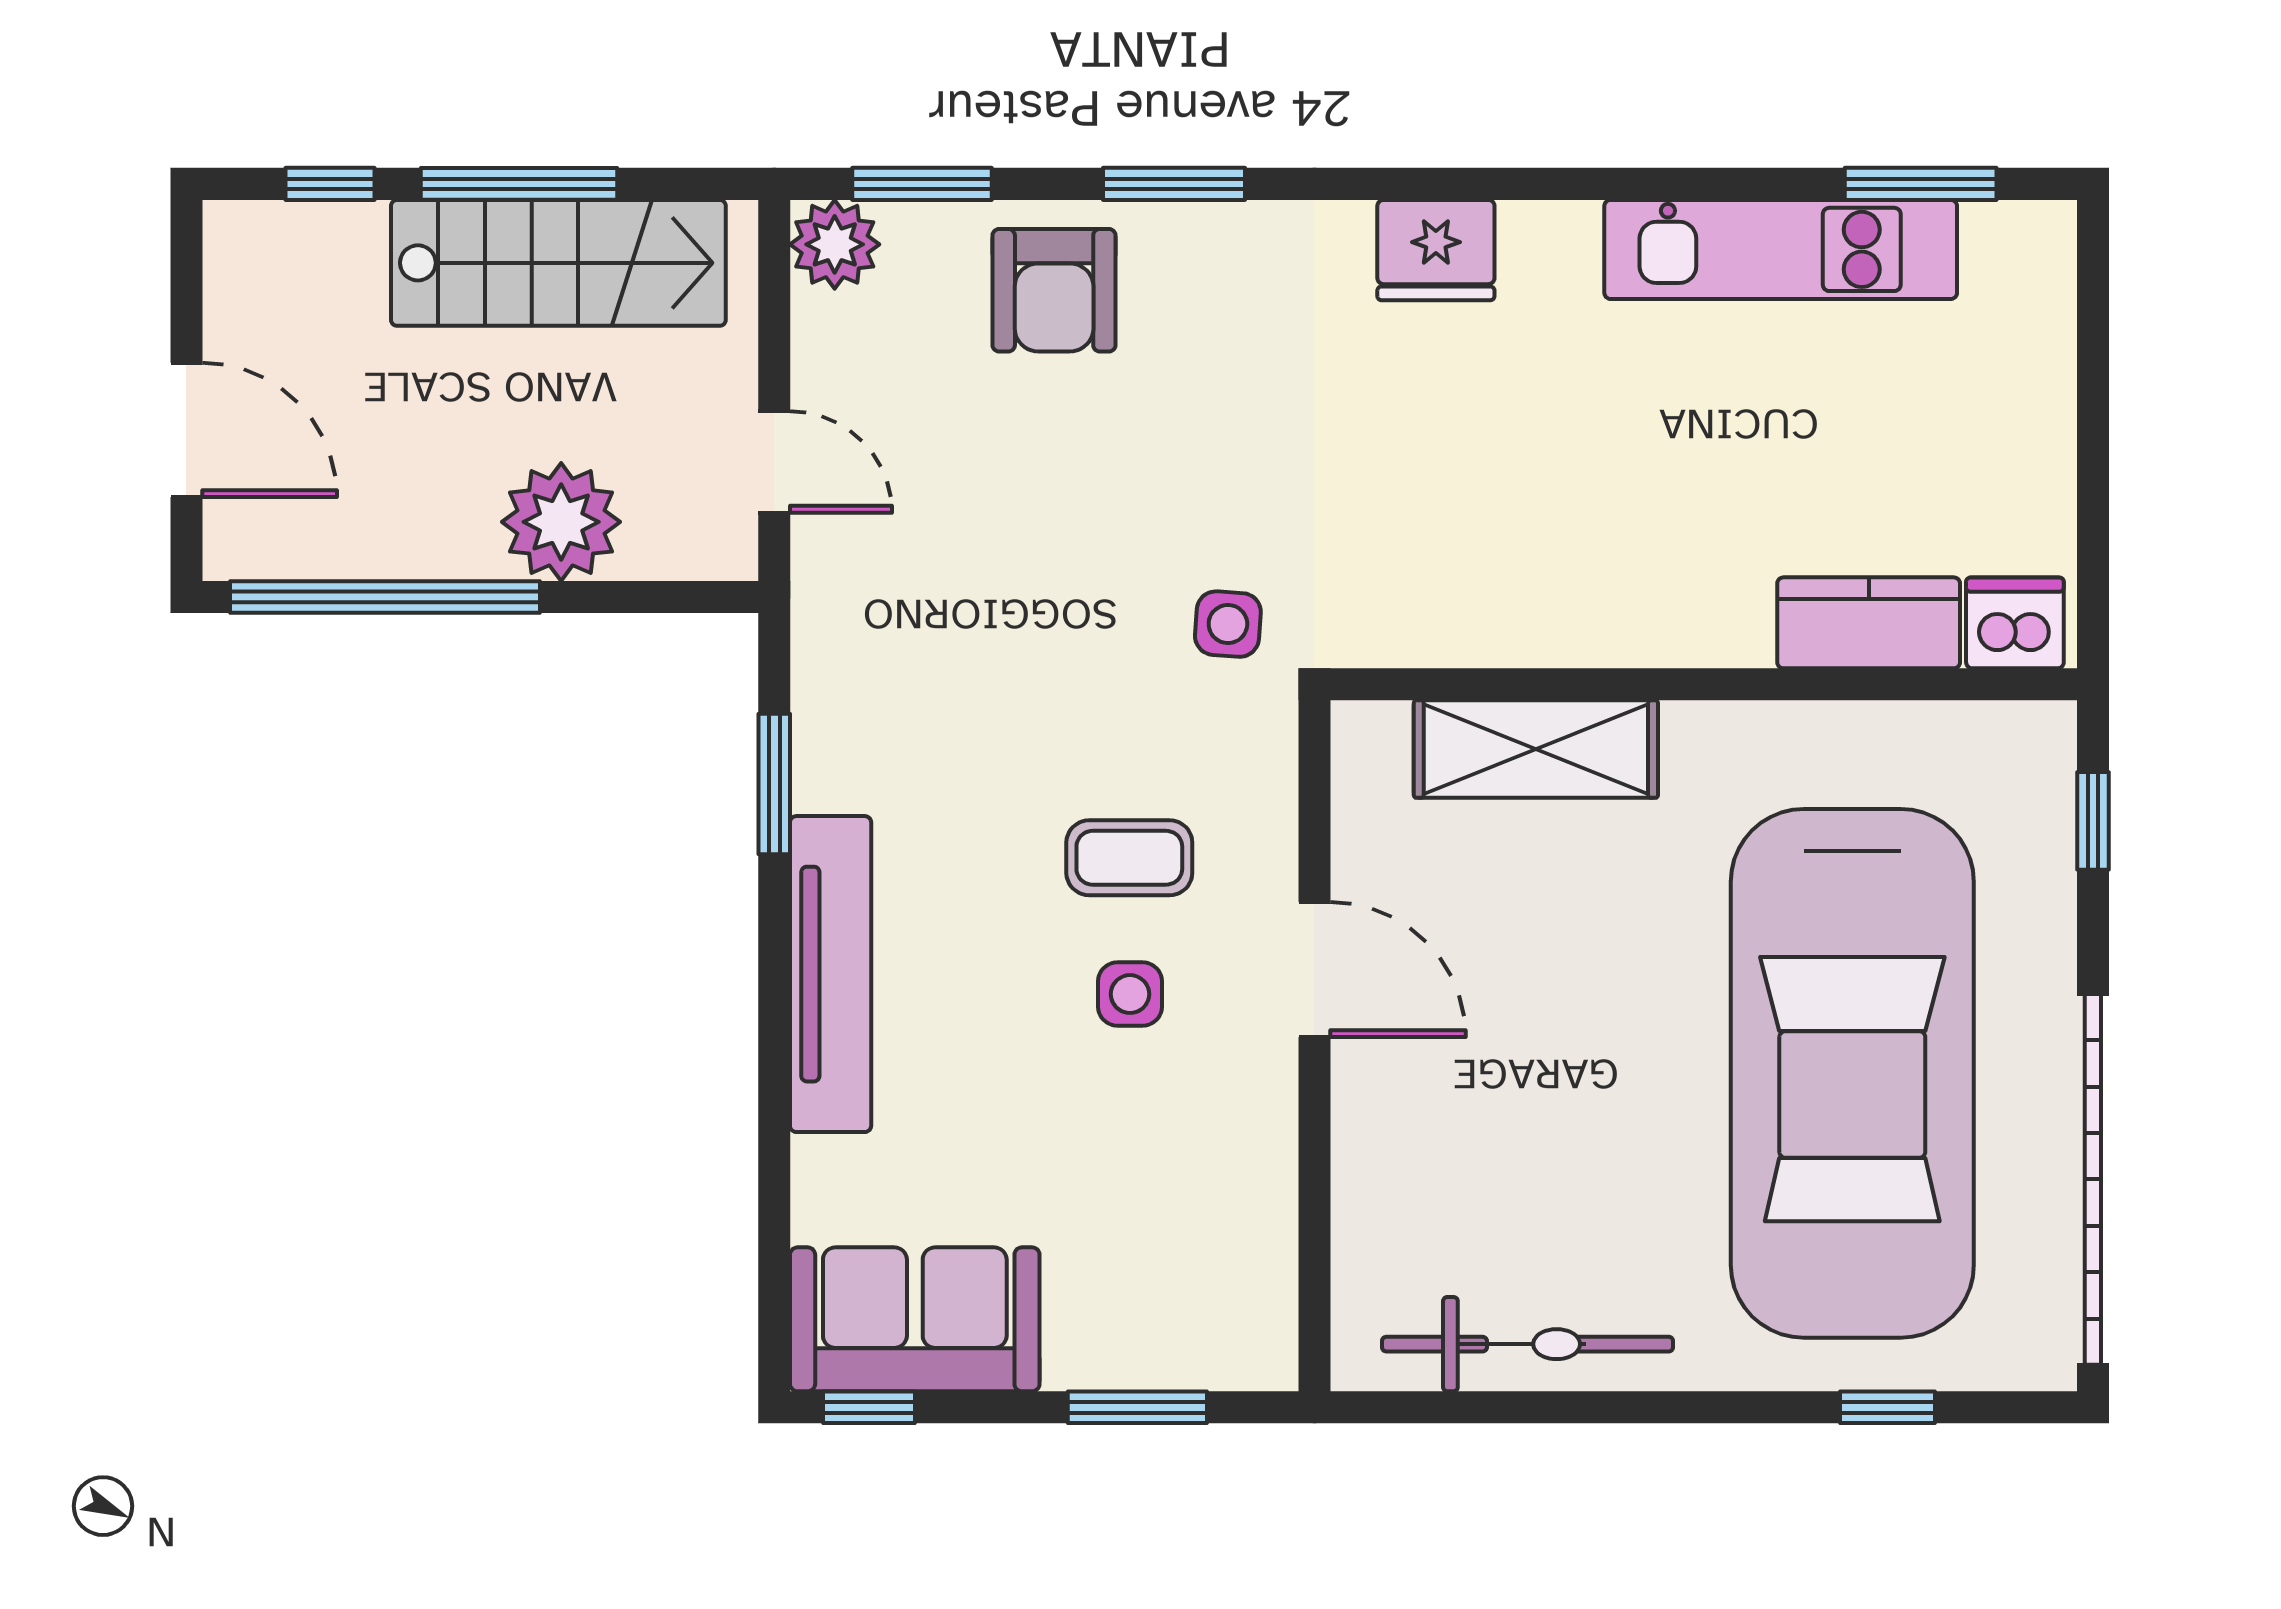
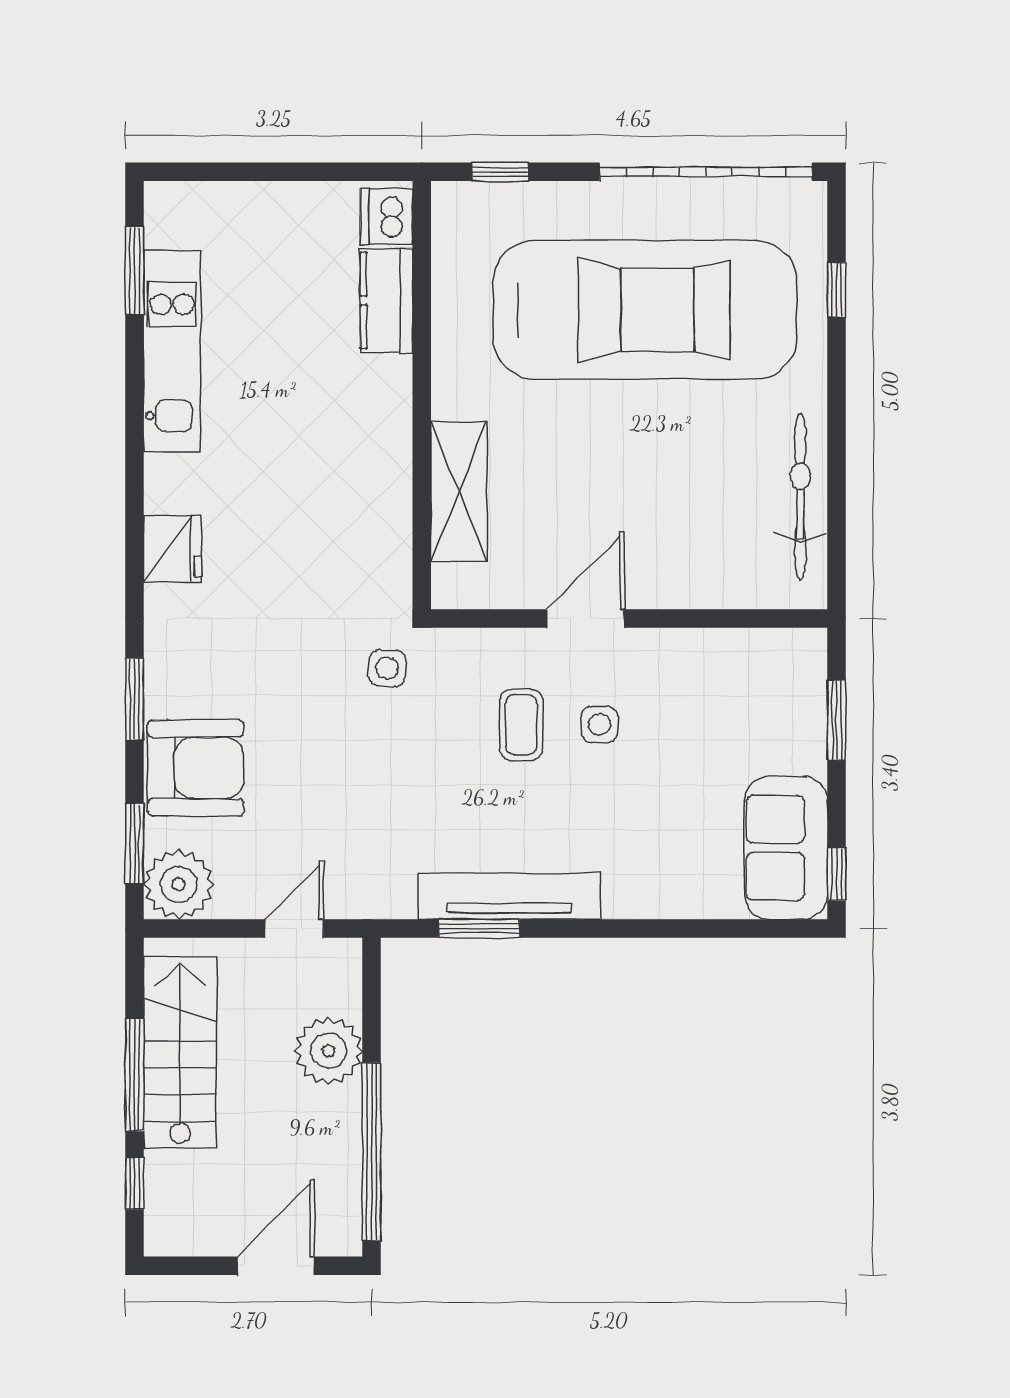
plant: (835, 244) -> (179, 884), width x1.36, depth x1.36
armchair: (1054, 290) -> (196, 768), width x1.36, depth x1.36
tv unit: (831, 974) -> (509, 896), moved

